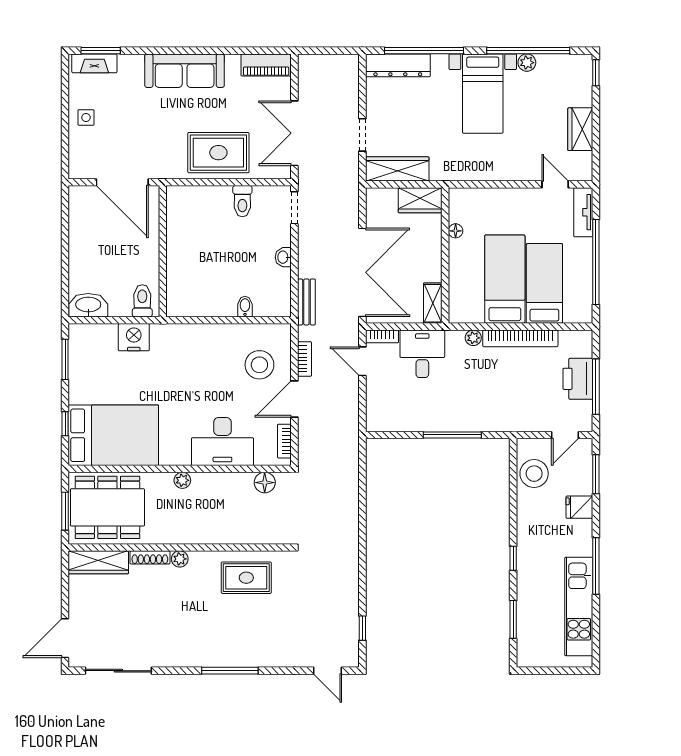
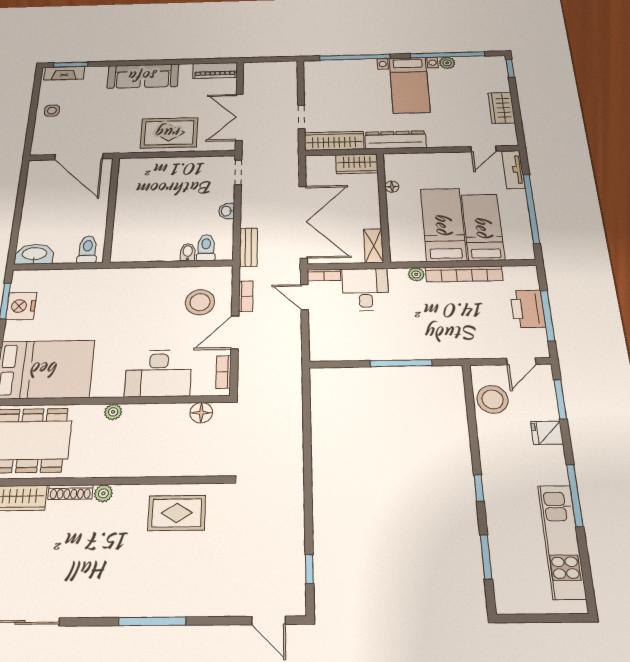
dresser: (398, 65) -> (395, 140), moved, turned 180
door: (555, 184) -> (484, 149), swing flipped
toilet: (242, 201) -> (206, 248), moved, turned 180
nightstand: (134, 337) -> (21, 306), moved, turned -90

